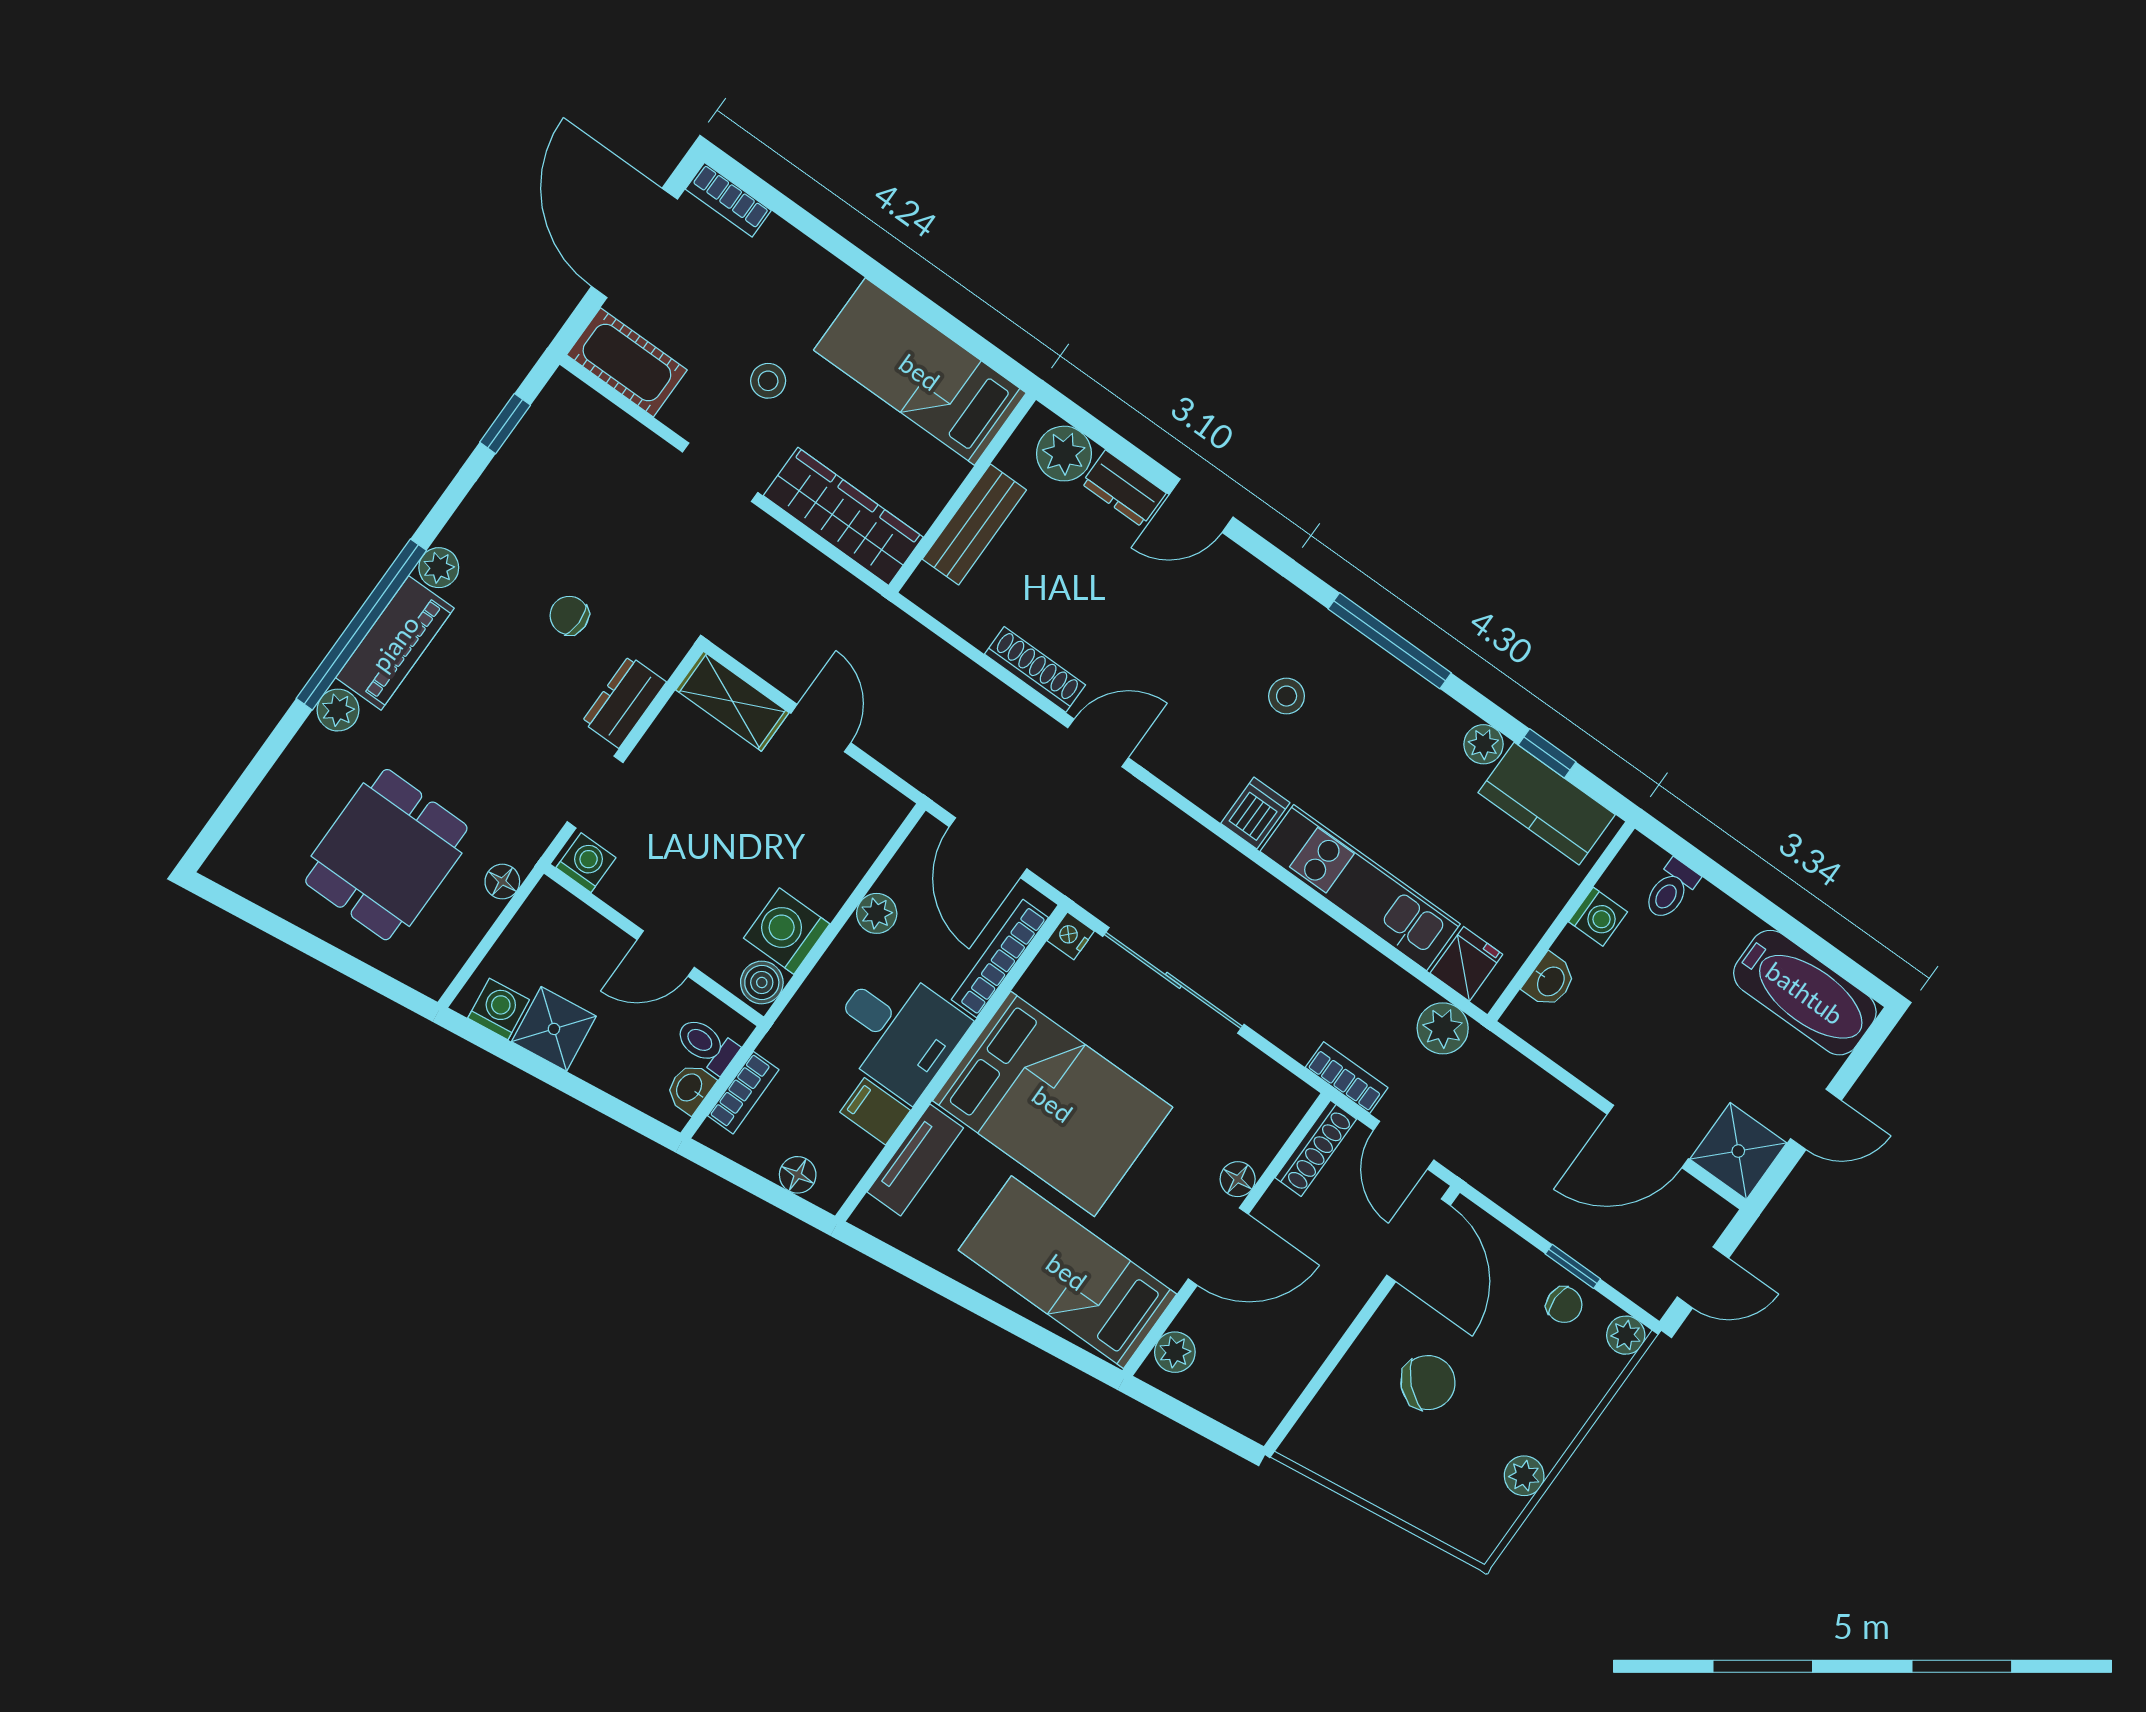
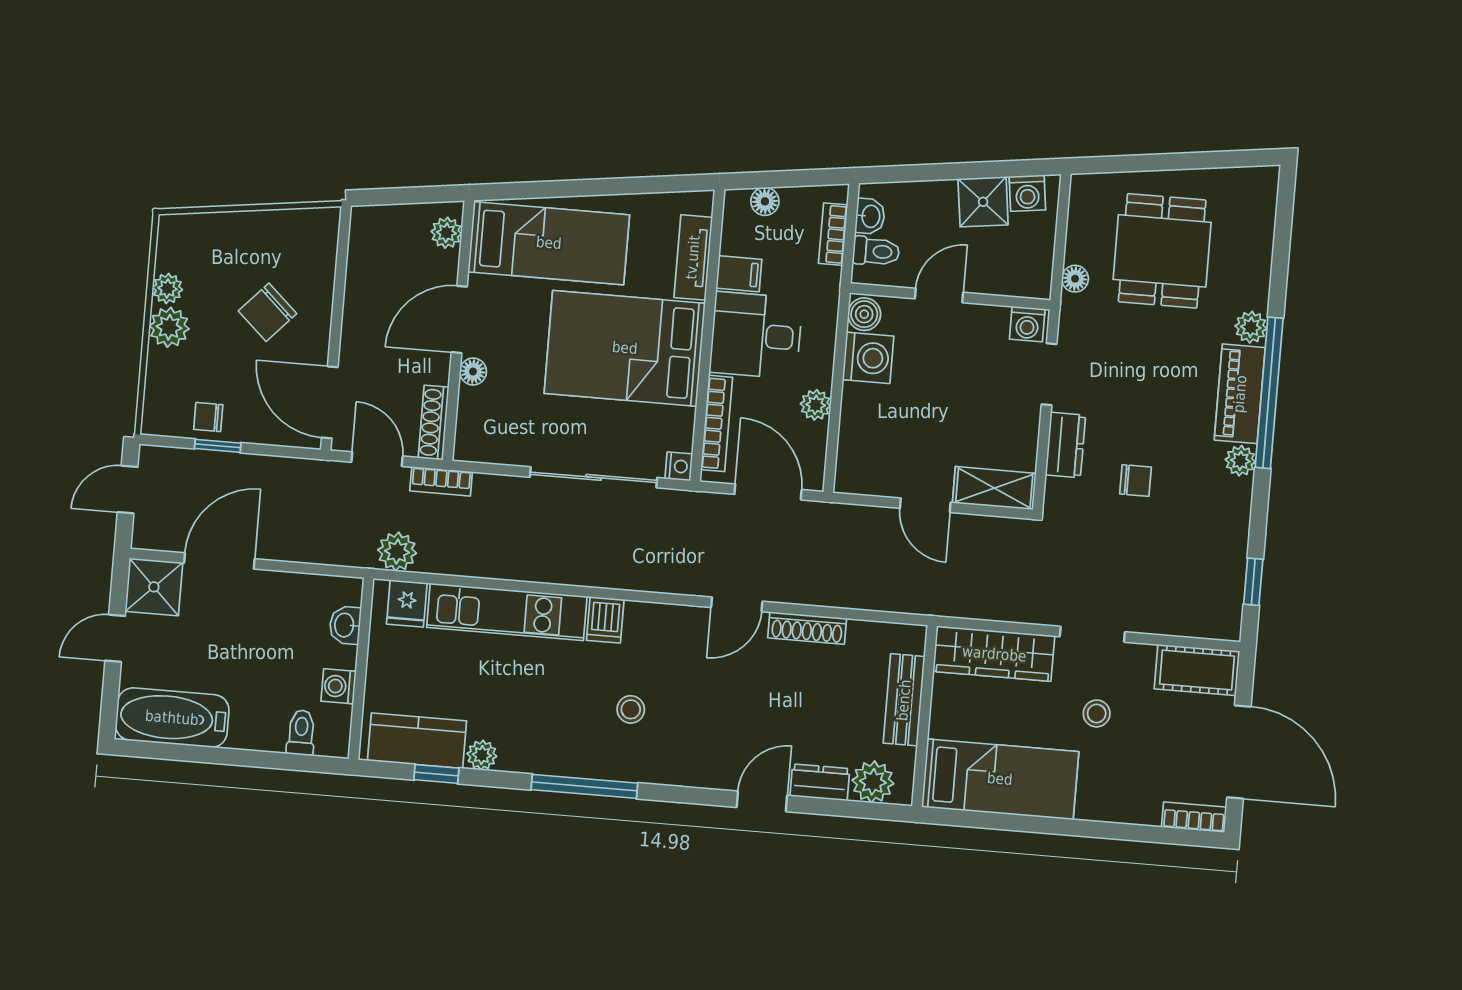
plant: (1626, 1335) -> (169, 327), moved, width x1.38, depth x1.38

